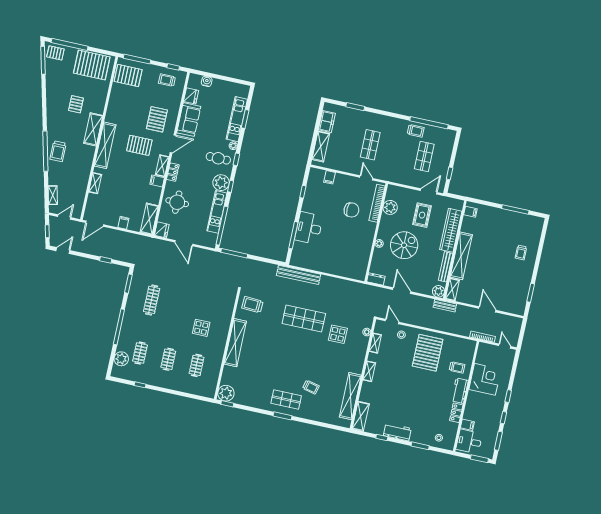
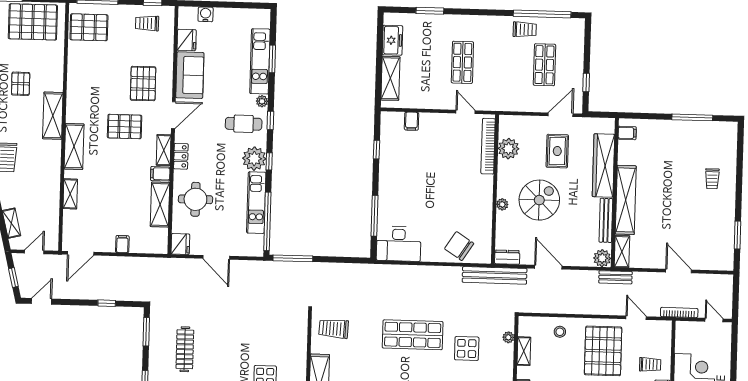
shelving: (105, 145) -> (74, 146), width x0.68
chair: (351, 210) -> (459, 246), moved, turned -147
shelving: (149, 219) -> (160, 205), moved
desk: (309, 228) -> (399, 244), moved, turned -90
bench: (299, 275) -> (495, 275), moved
door: (392, 321) -> (636, 318), moved

